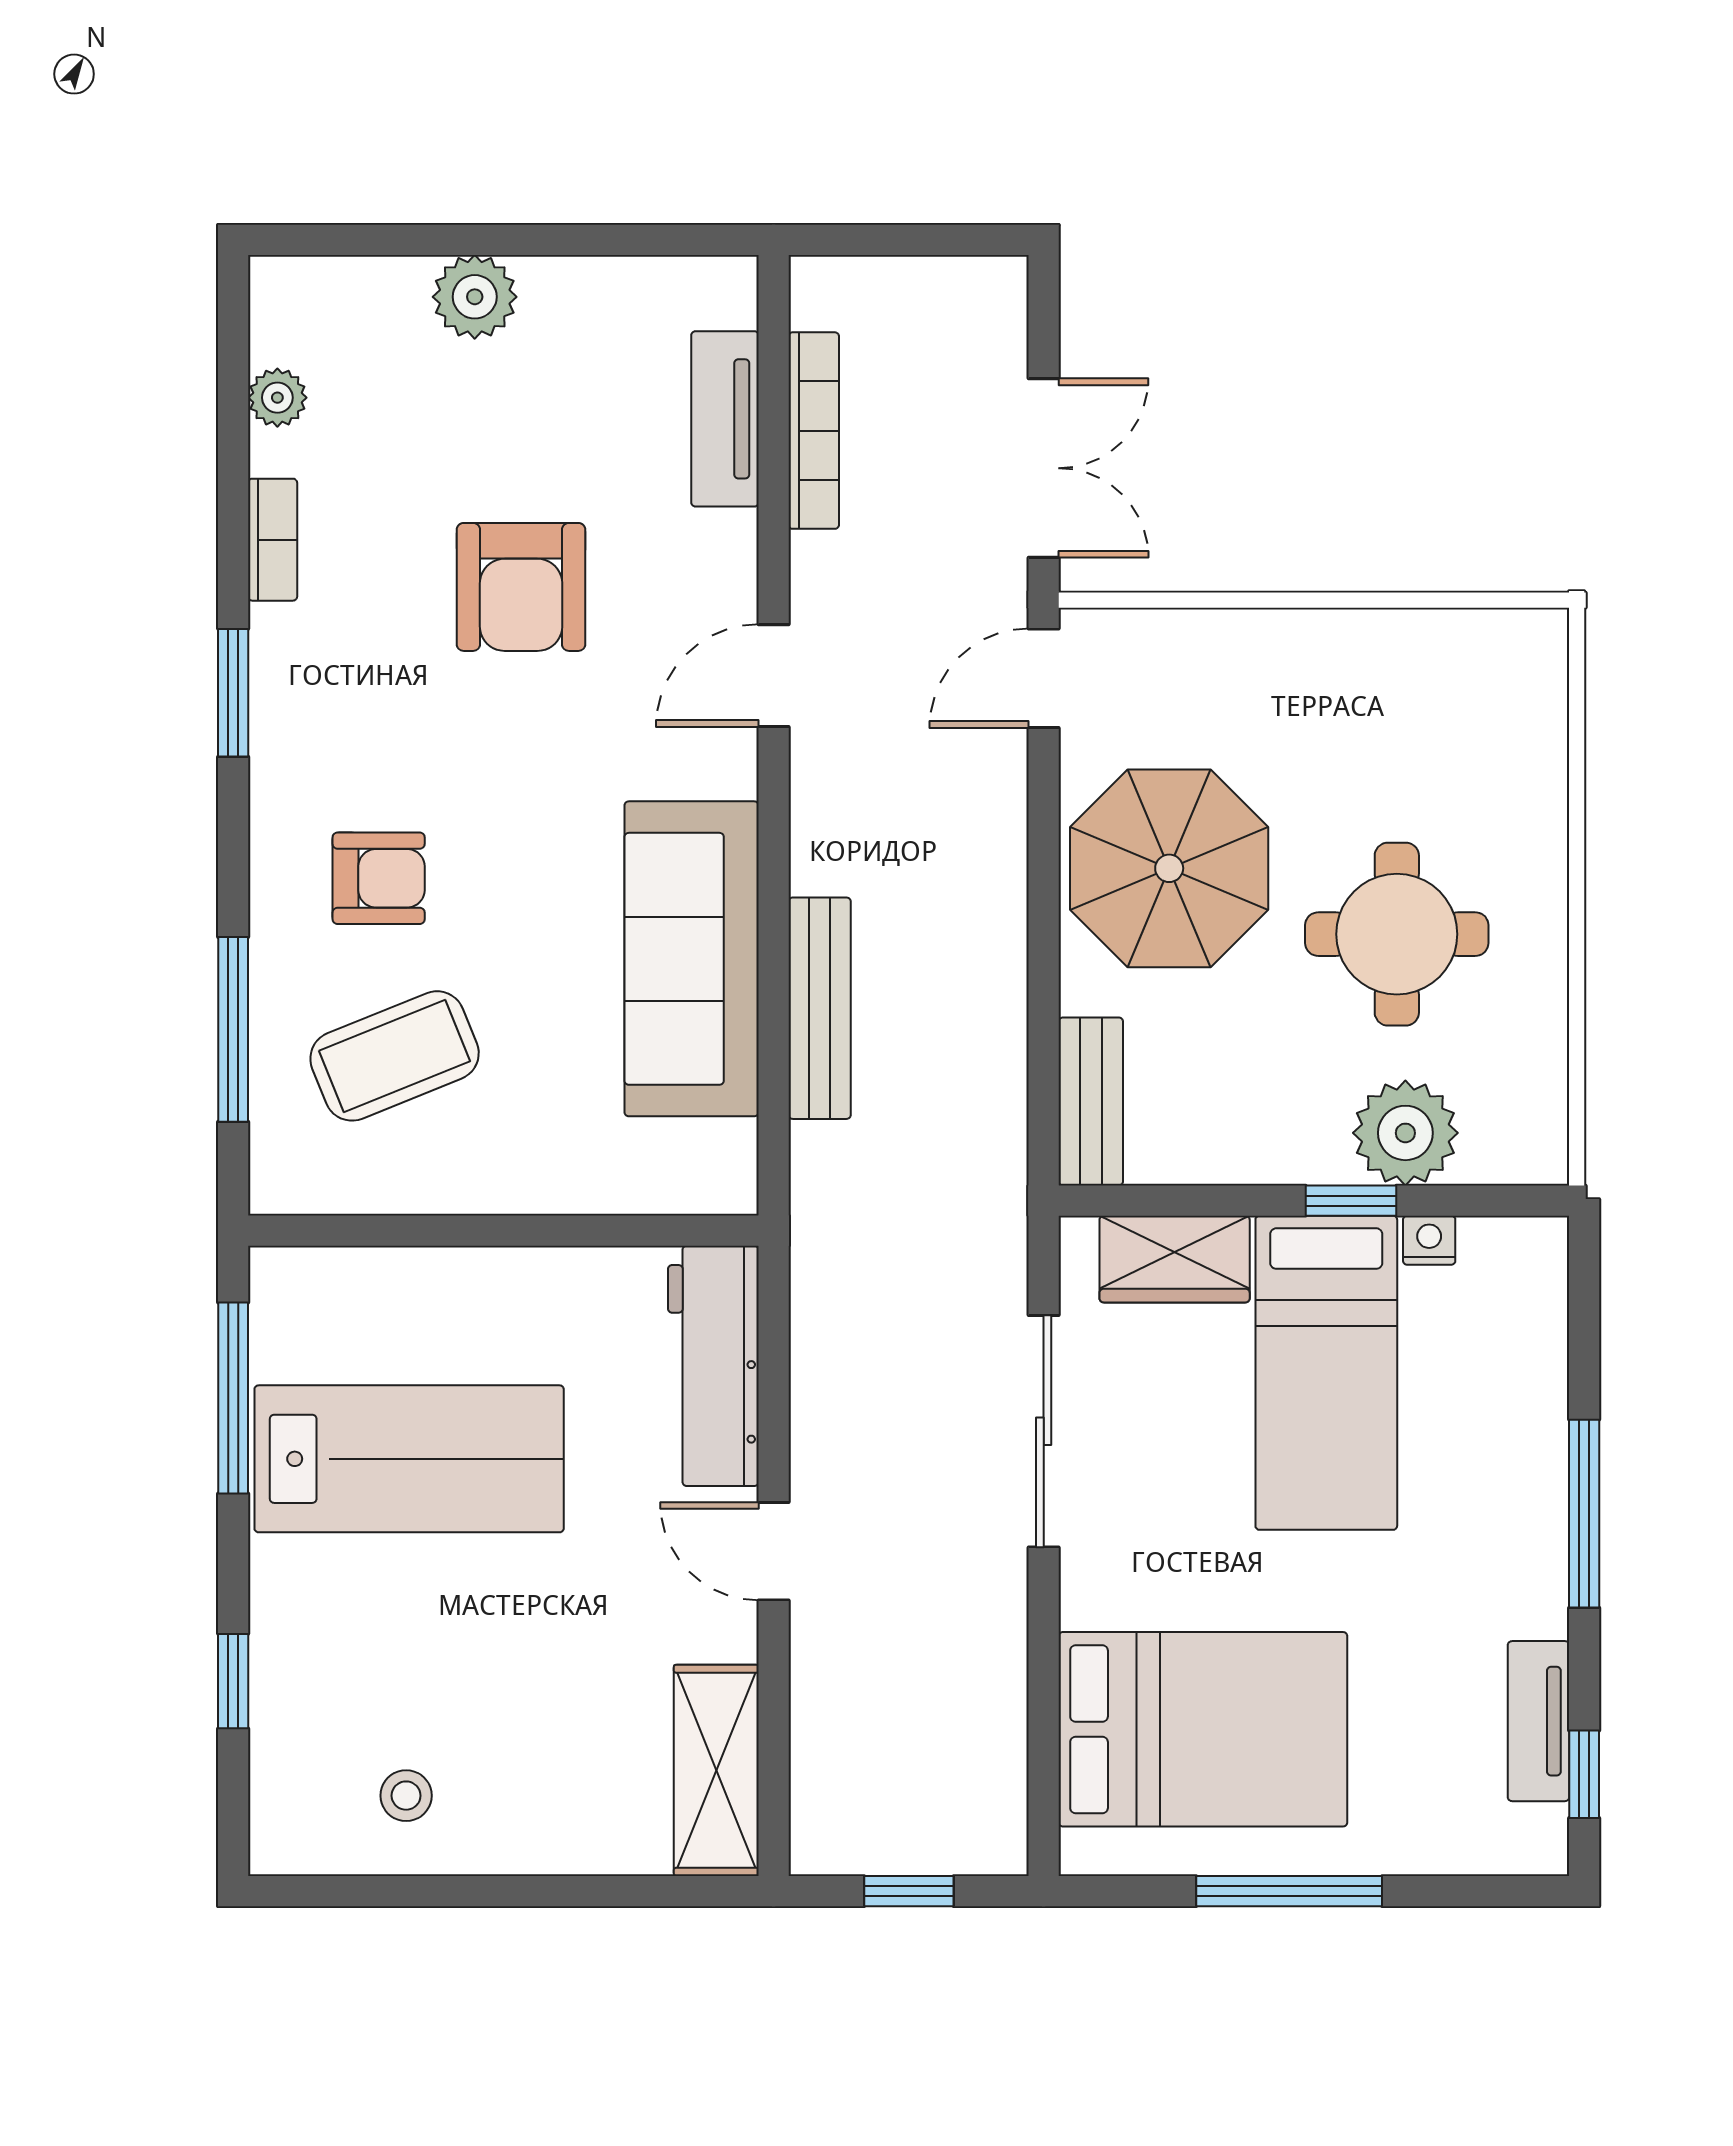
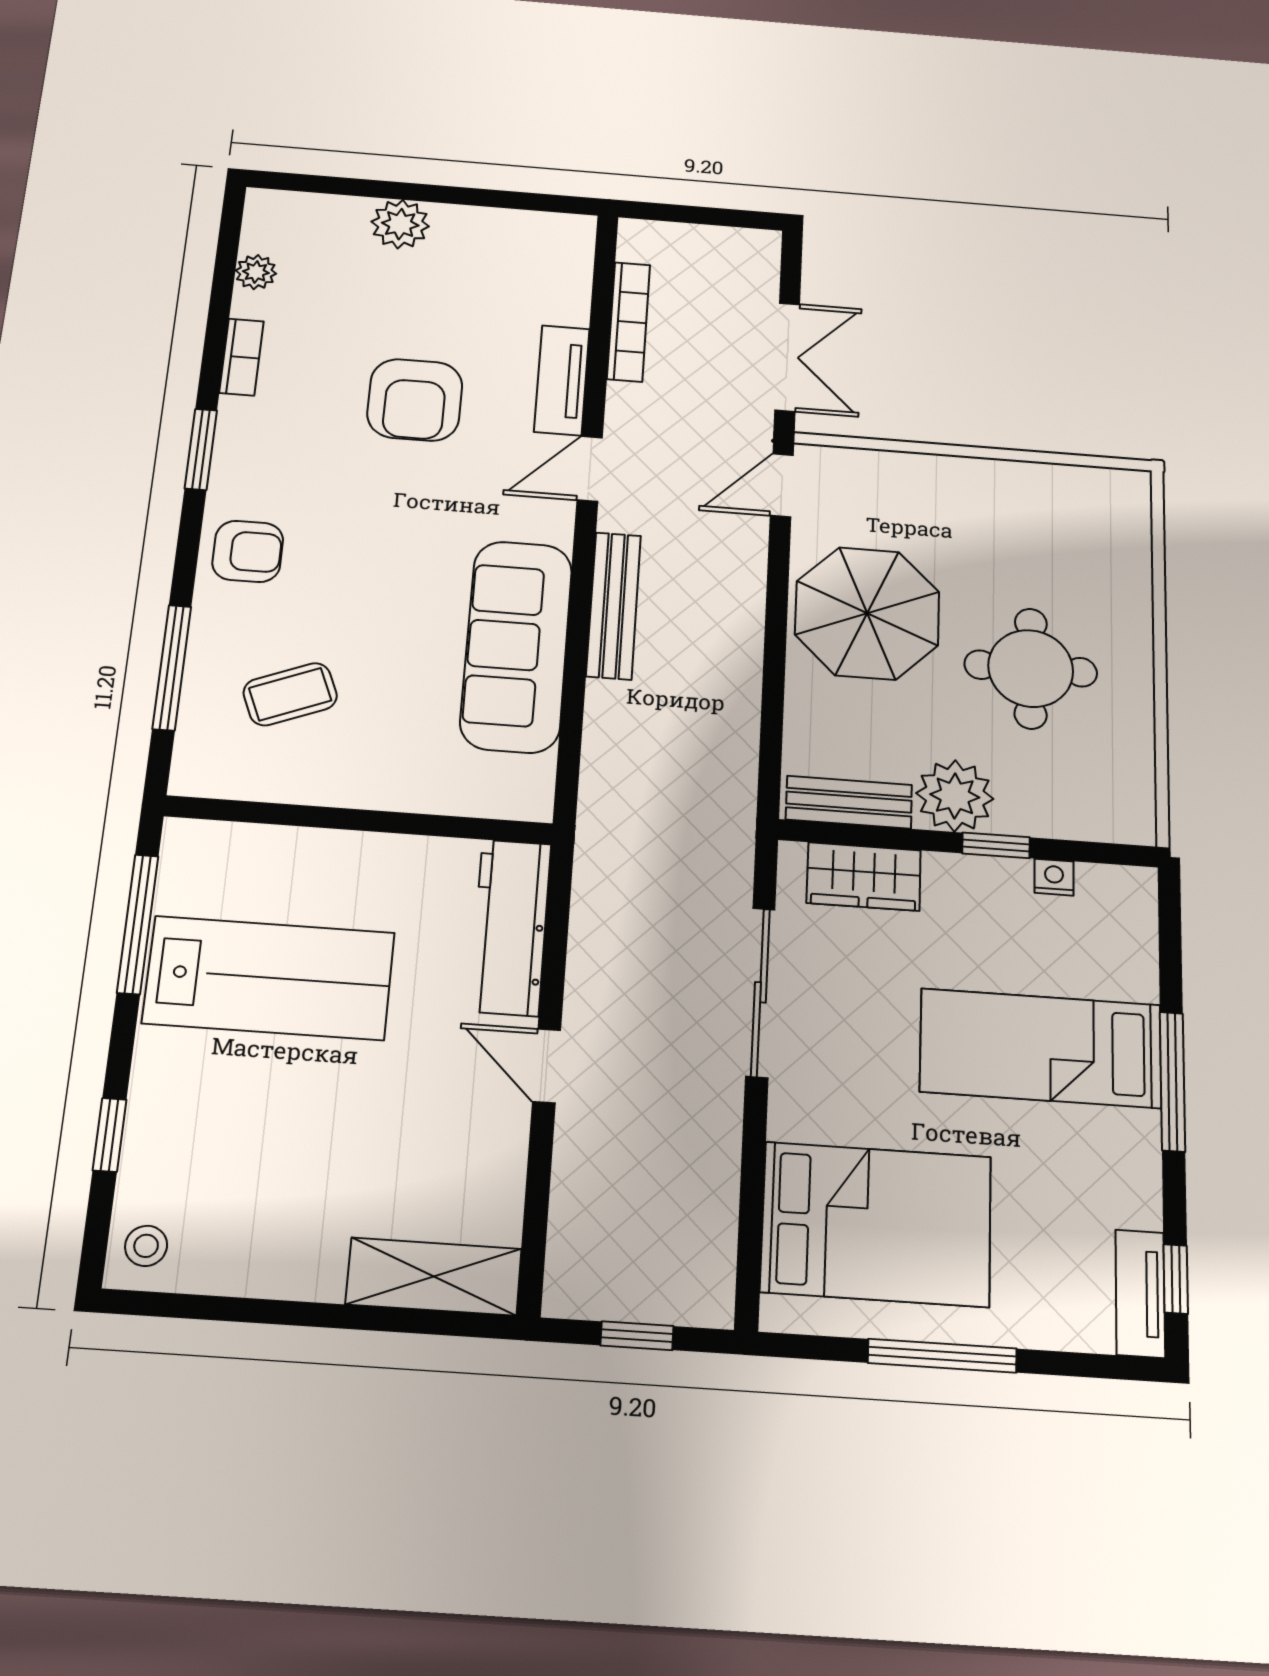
tv unit: (725, 419) -> (562, 380), moved
armchair: (379, 878) -> (248, 551), moved
bench: (820, 1008) -> (614, 606), moved
coffee table: (395, 1056) -> (290, 694), width x0.73, depth x0.77
bench: (1091, 1101) -> (849, 802), moved, turned 90
plant: (1405, 1133) -> (955, 796), moved
bed: (1326, 1373) -> (1041, 1048), moved, turned 90
tv unit: (1539, 1721) -> (1140, 1294), moved
shelving: (716, 1770) -> (434, 1276), moved, turned 90
stool: (406, 1796) -> (146, 1246), moved

